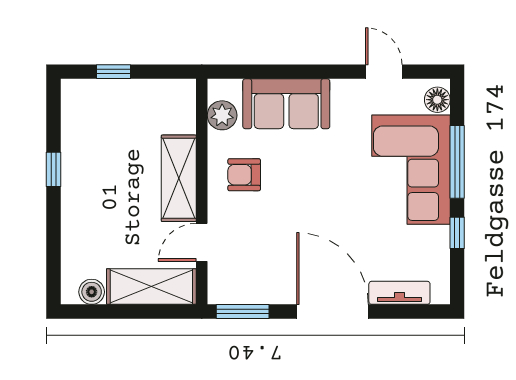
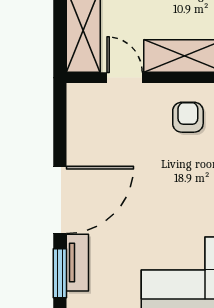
window: (243, 312) -> (60, 273), moved

